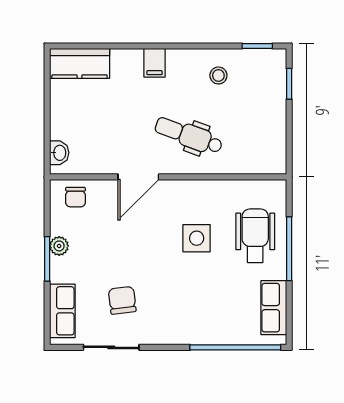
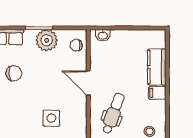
kitchen counter: (80, 63) -> (157, 67), moved
plant: (59, 246) -> (47, 40), width x1.87, depth x1.87

